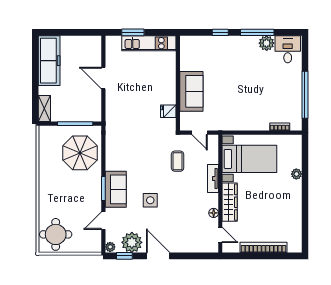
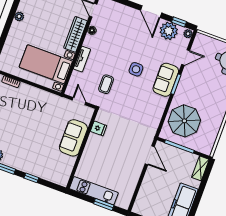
door: (103, 78) -> (150, 155), moved
plant: (296, 174) -> (19, 16), moved
side table: (150, 200) -> (136, 69), moved

